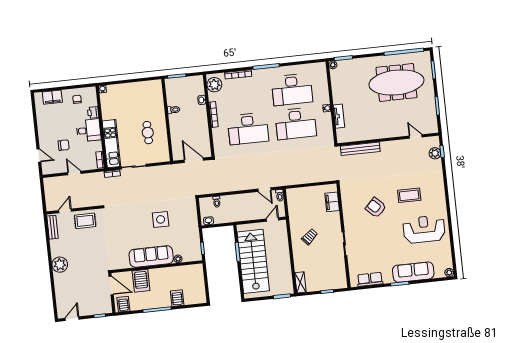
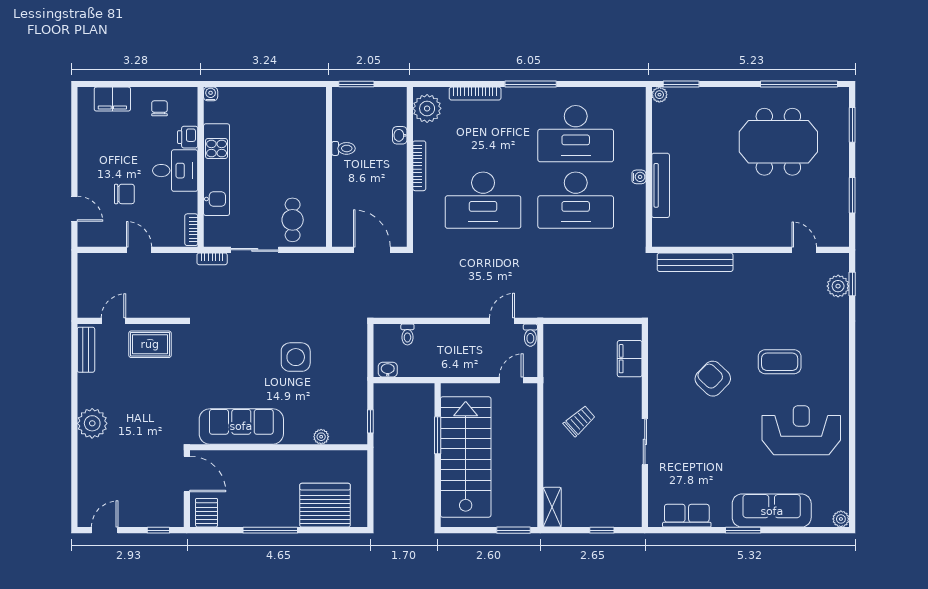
meeting table: (396, 82) -> (778, 142), width x0.73
tv unit: (339, 116) -> (661, 185), width x1.41
cafe table: (148, 133) -> (293, 220), moved
kitchen unit: (111, 144) -> (217, 170), moved
door: (264, 190) -> (502, 321), swing flipped
sofa: (151, 256) -> (241, 426), moved
server rack: (141, 281) -> (245, 471), removed
server rack: (177, 298) -> (325, 505), width x2.18, depth x1.44

